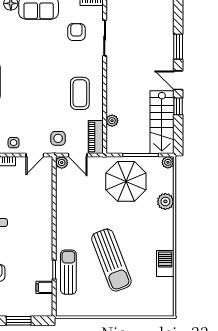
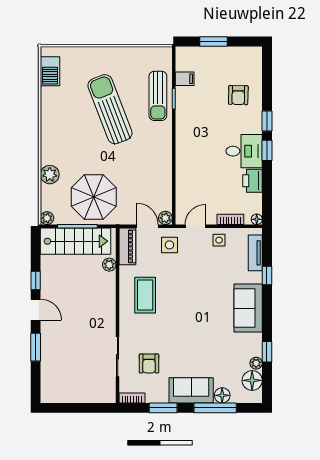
stairs: (162, 122) -> (76, 241), moved, turned 90
barbecue: (165, 264) -> (50, 71), moved

